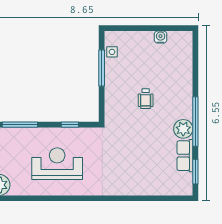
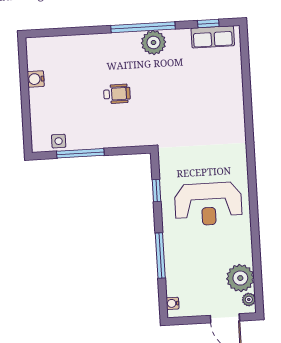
row of seats: (185, 156) -> (213, 37), moved
reception desk: (57, 164) -> (208, 204), turned -90
window: (195, 172) -> (208, 23), width x0.67

